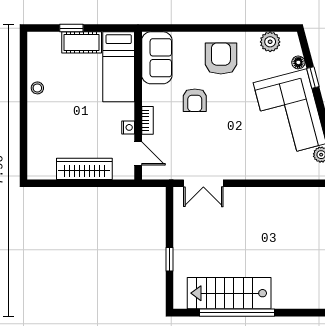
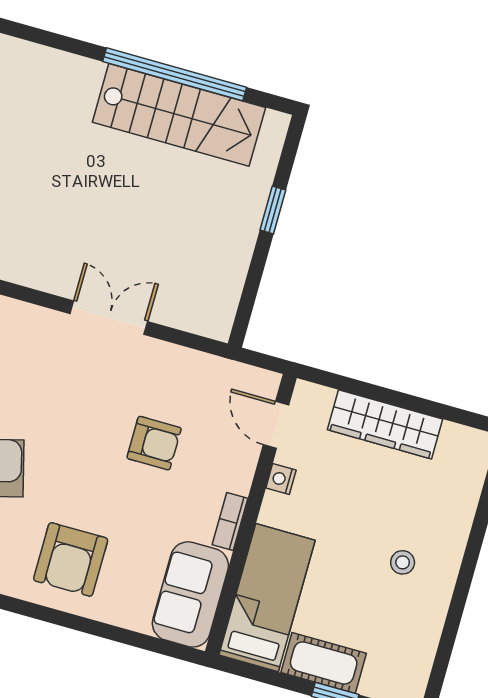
stool: (37, 88) -> (403, 562), moved
armchair: (195, 100) -> (154, 443), moved, turned 90
bookcase: (147, 120) -> (230, 522), moved
double door: (203, 183) -> (109, 318), moved

